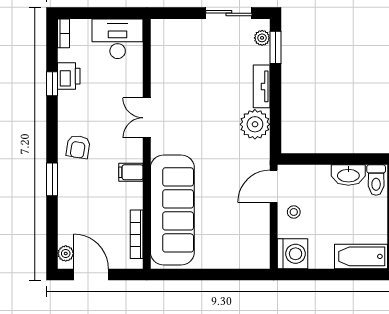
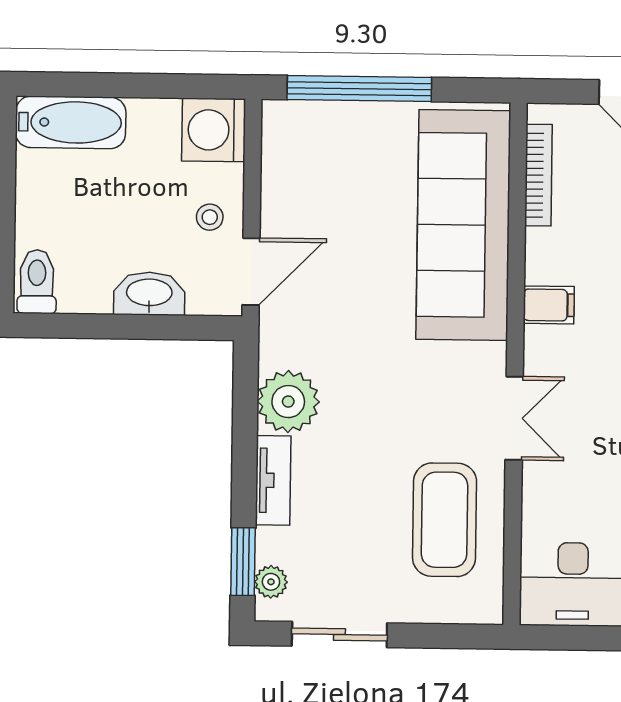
coffee table: (179, 69) -> (445, 520), added
washbasin: (348, 175) -> (149, 294), moved
window: (223, 275) -> (359, 89), added

